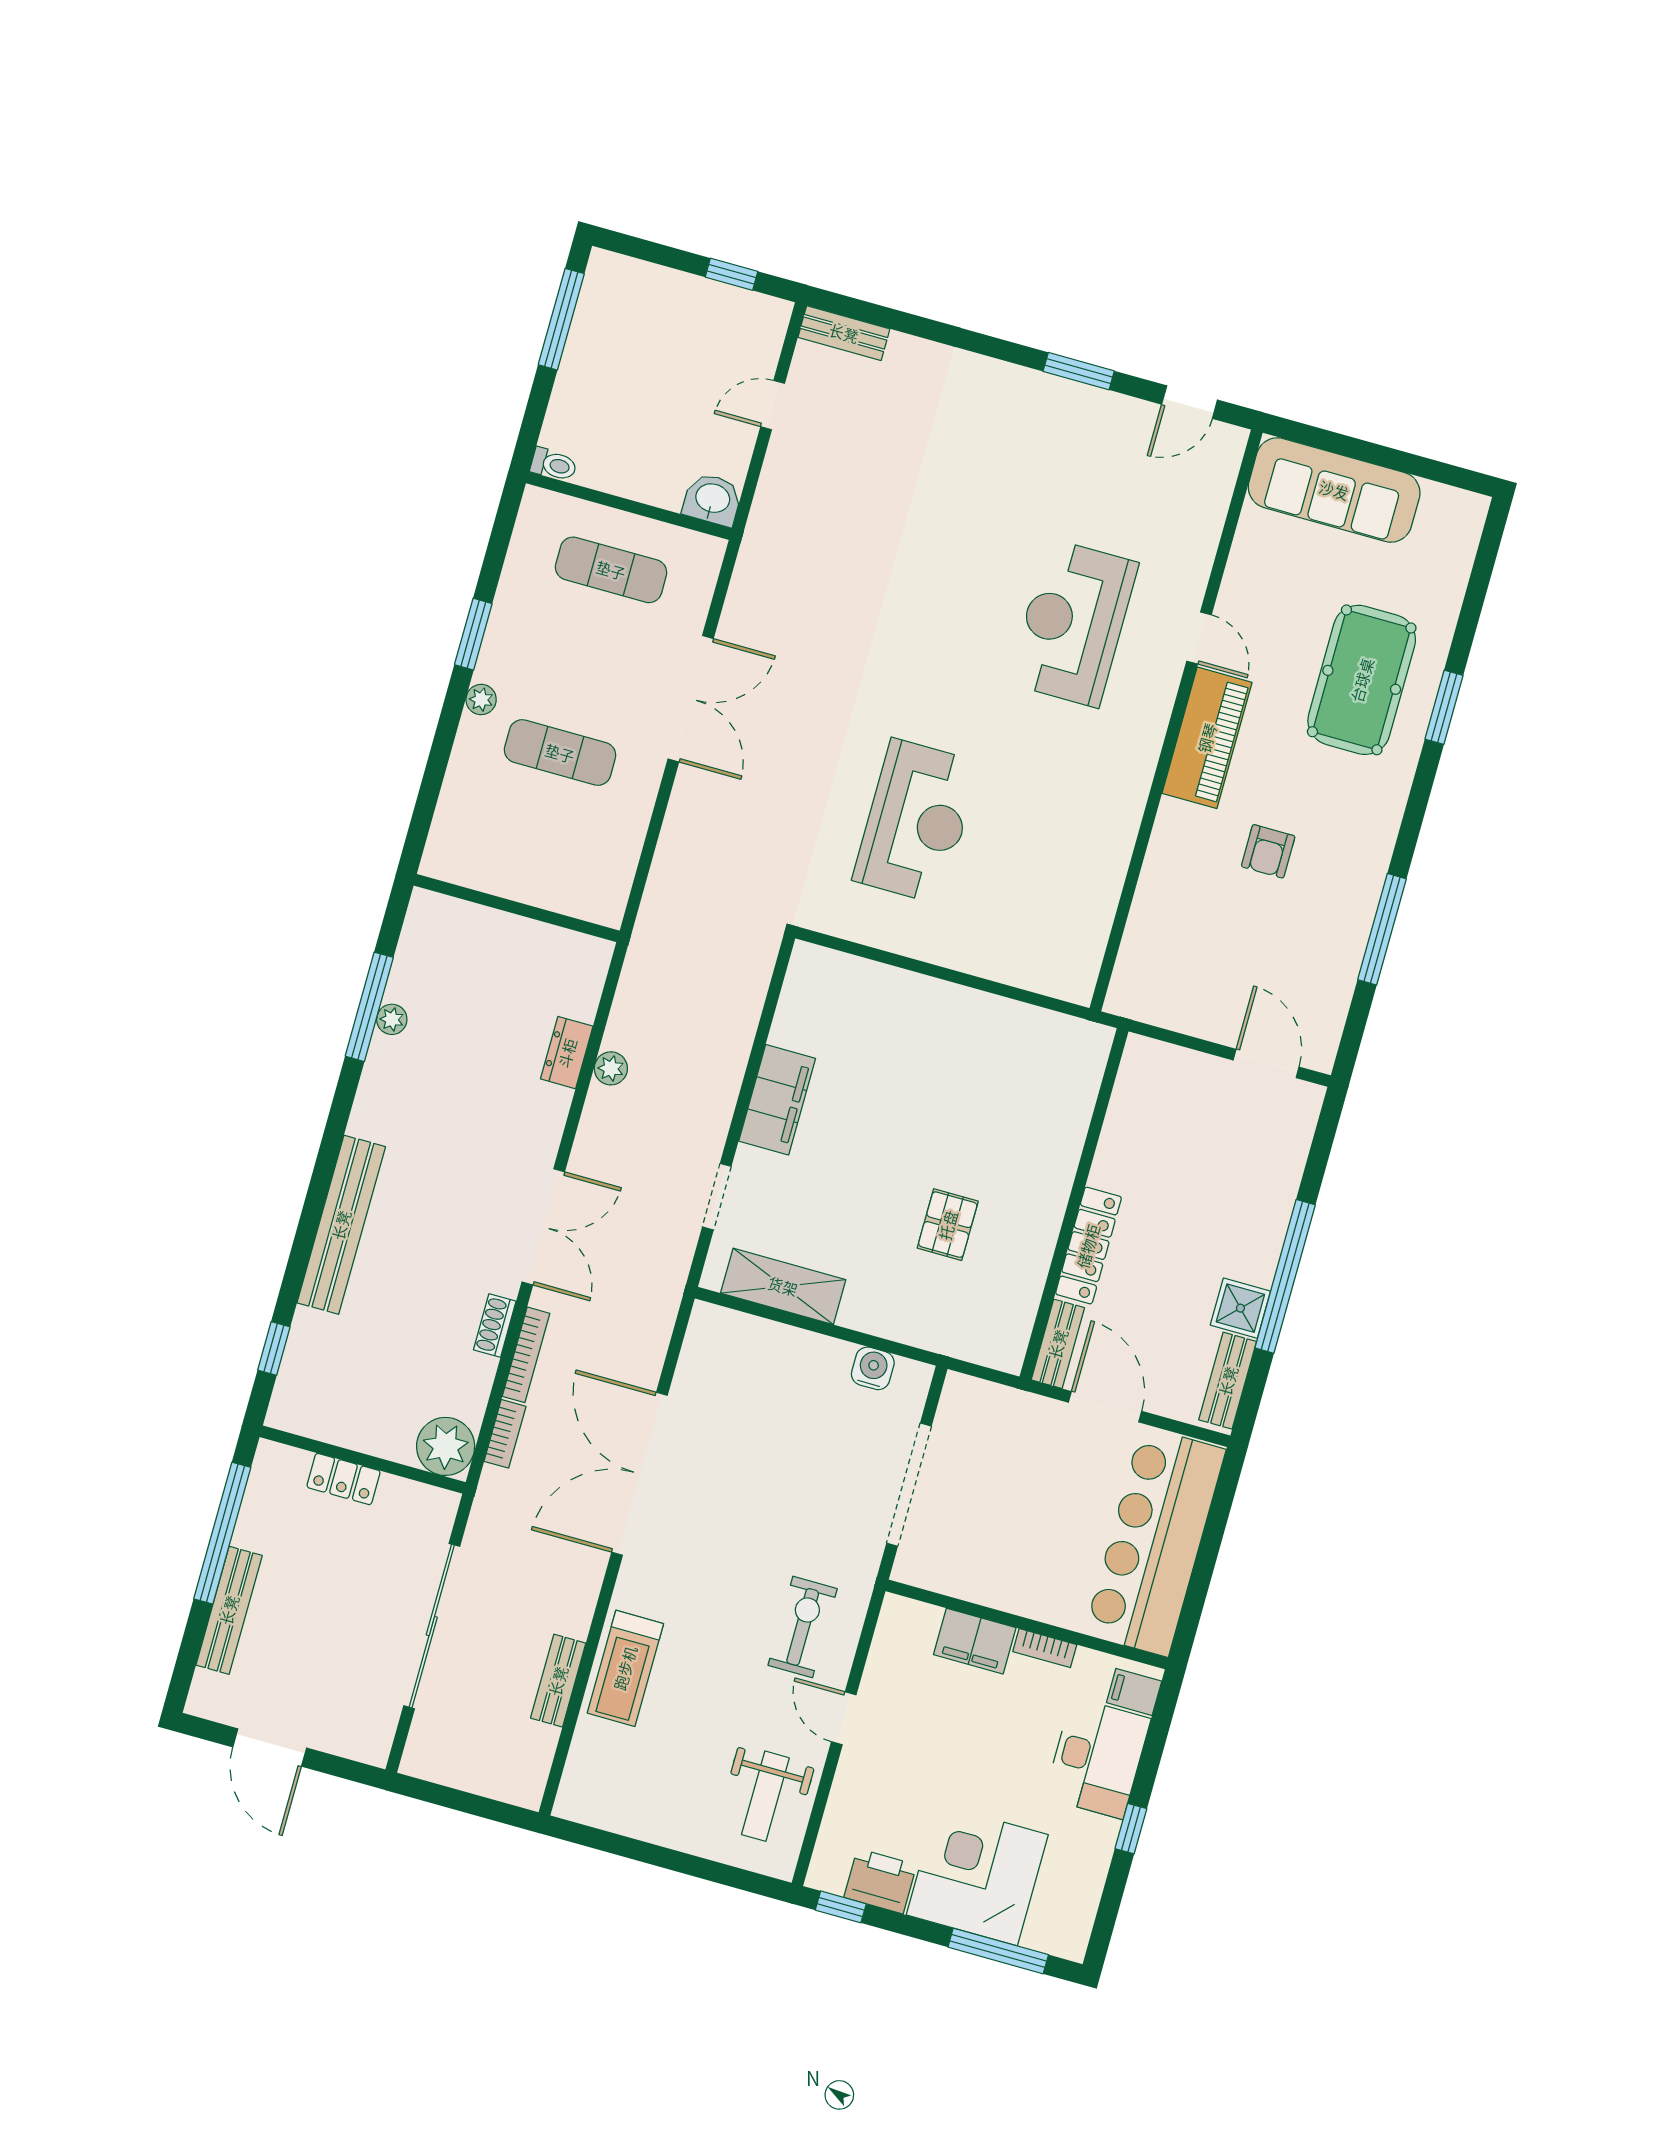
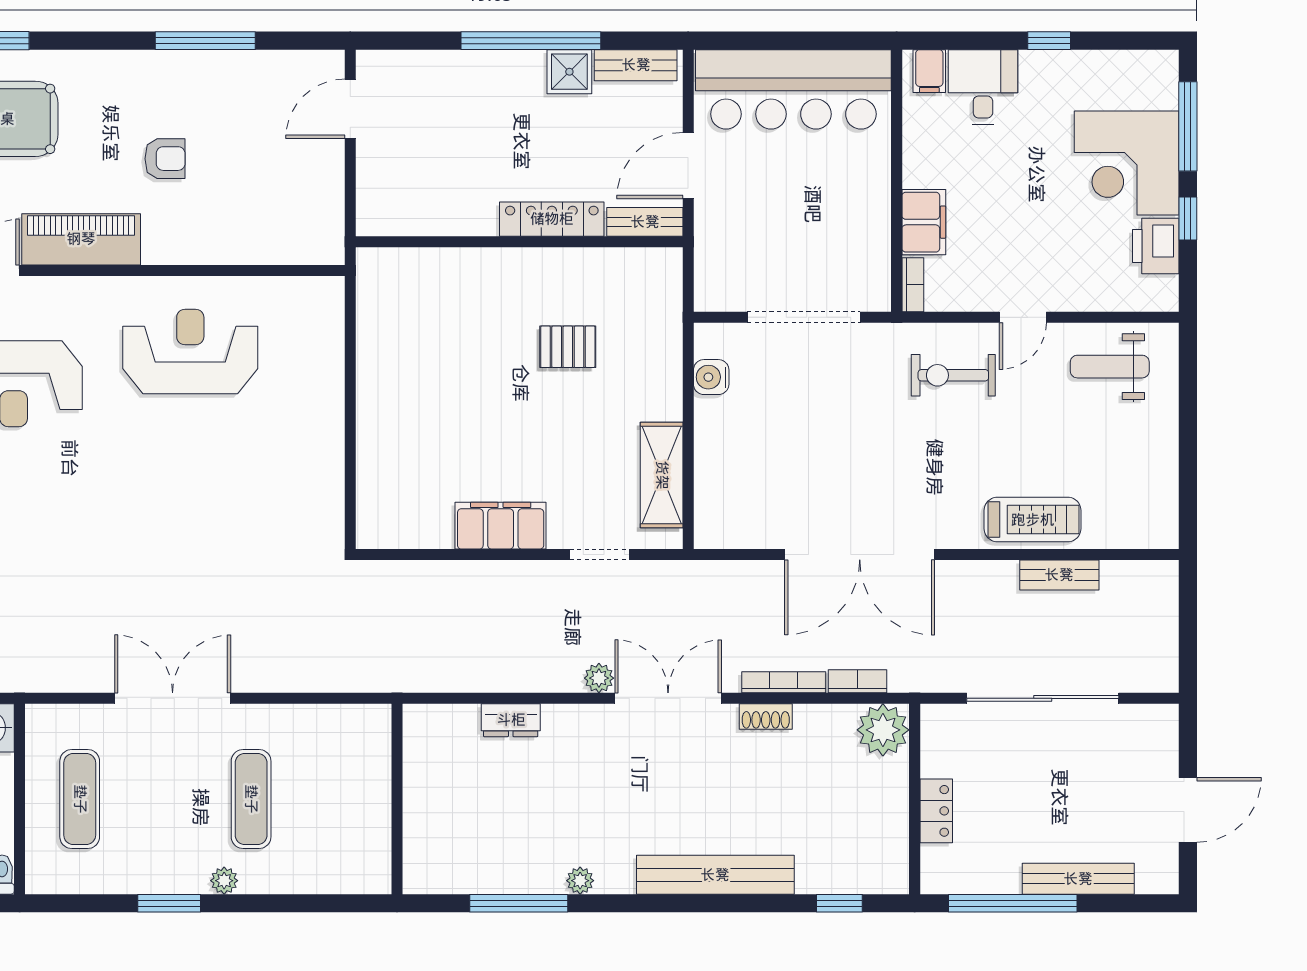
reception desk: (916, 821) -> (190, 352), moved
plant: (392, 1019) -> (580, 881), moved
plant: (611, 1068) -> (599, 678), moved
bookcase: (1045, 1648) -> (913, 285), moved
desk: (1097, 1758) -> (983, 87), width x0.73
weight bench: (765, 1796) -> (1110, 367), turned 180
window: (841, 1907) -> (1188, 218), moved

